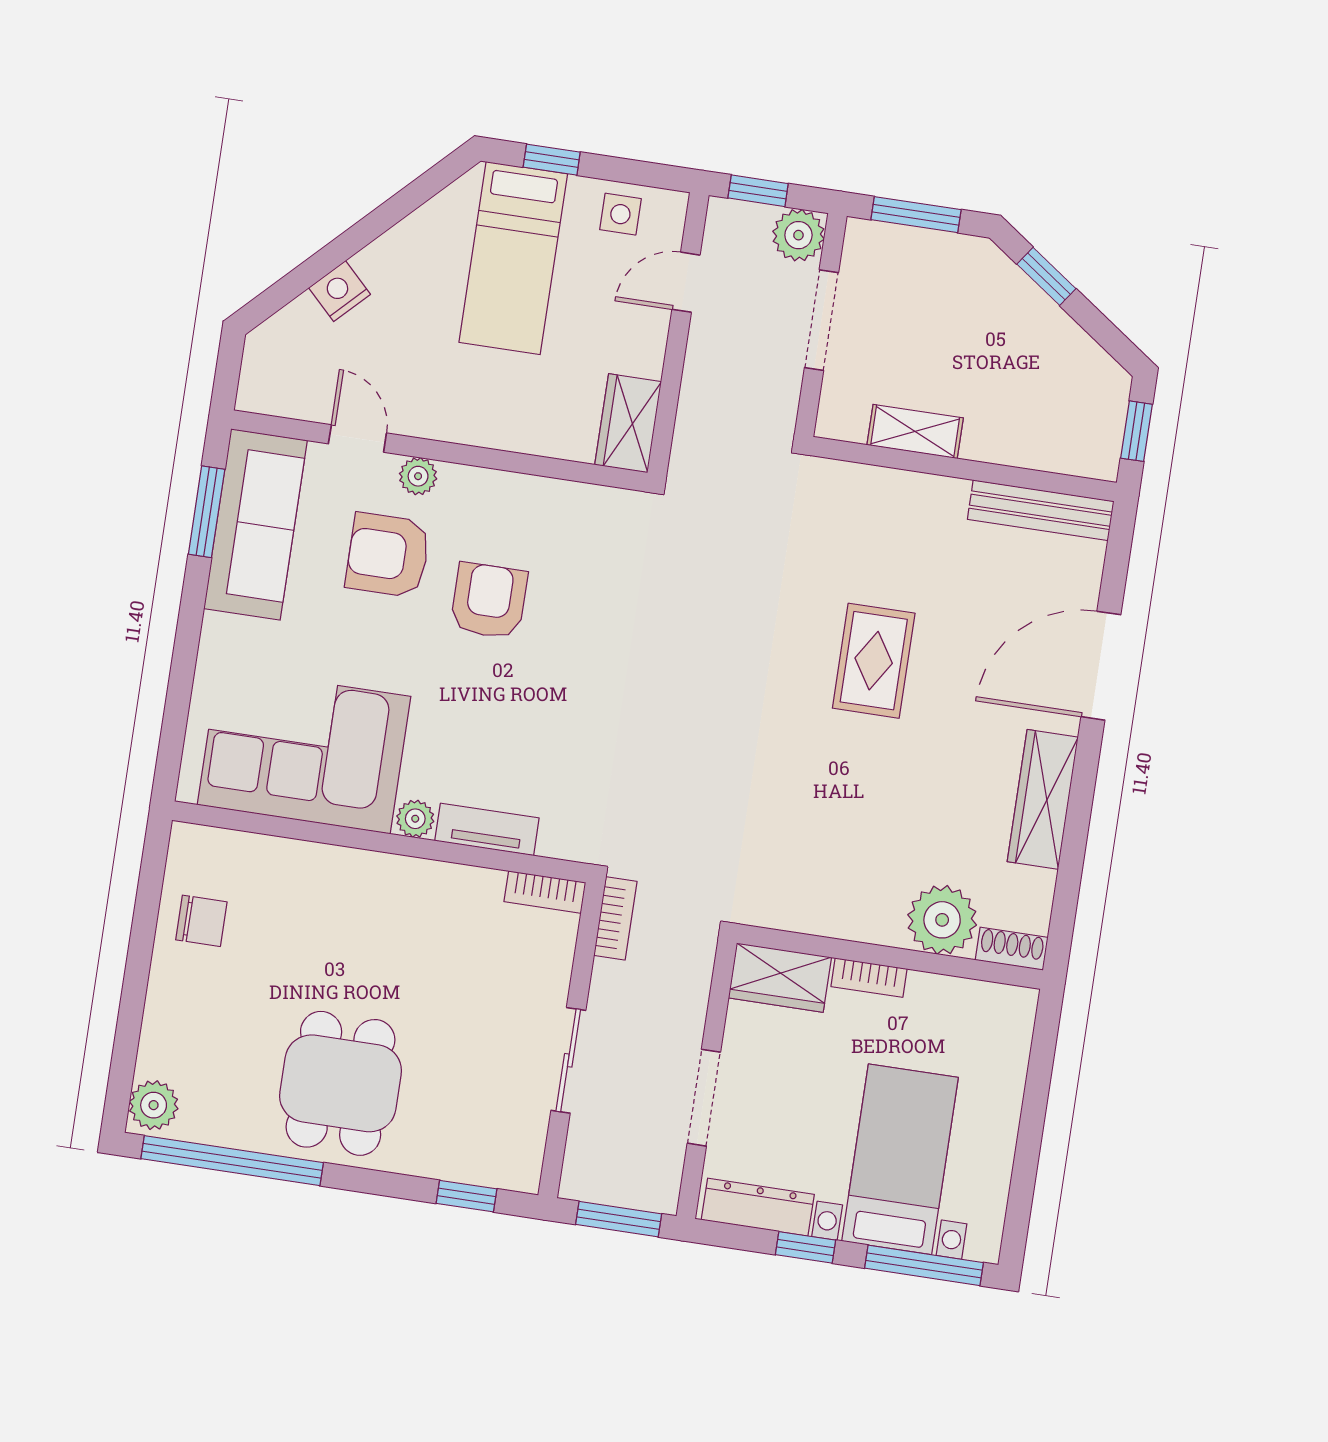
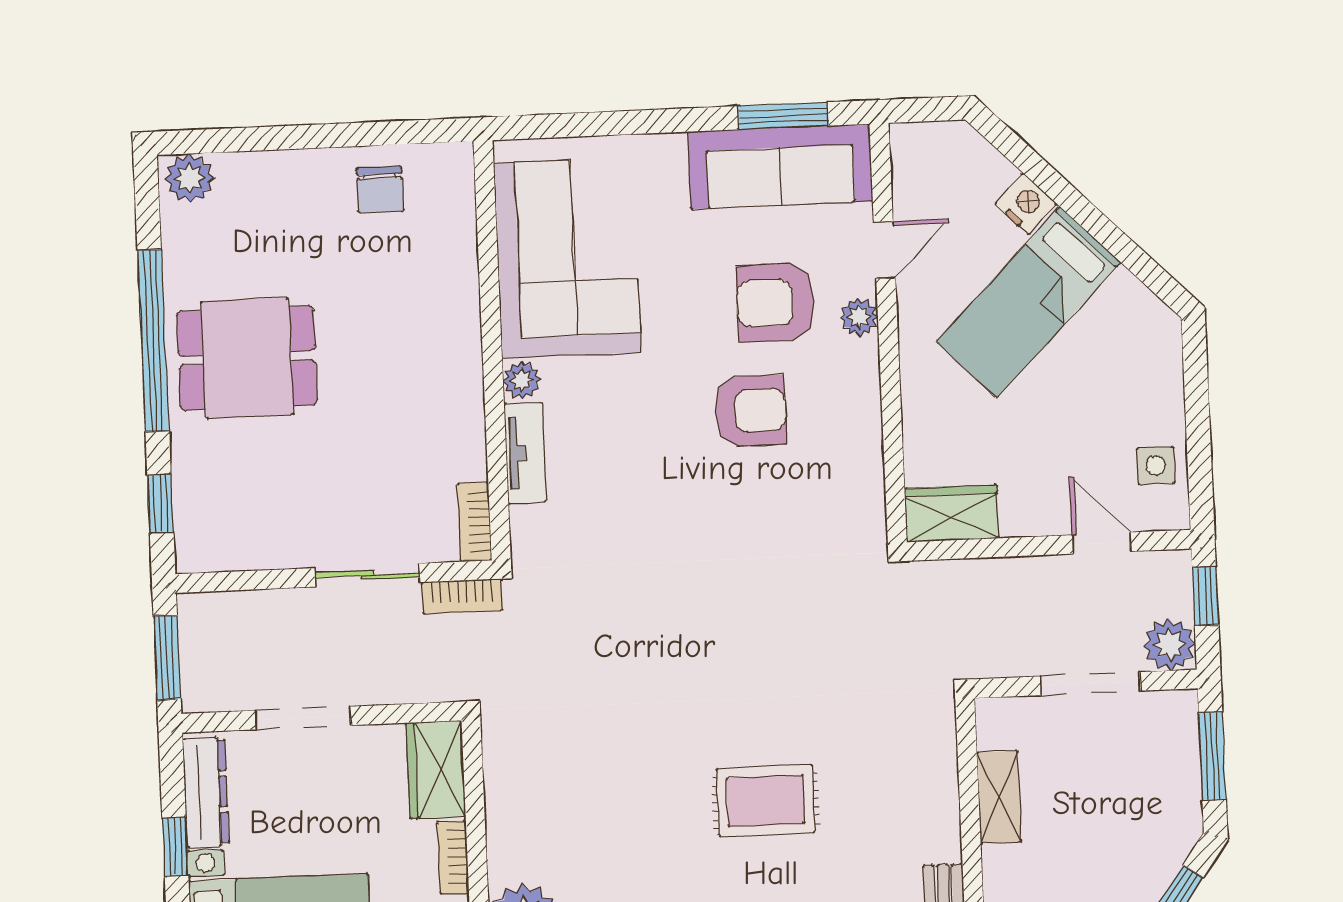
window: (552, 160) -> (1196, 387), removed
bed: (513, 258) -> (1029, 302), moved, turned -45
armchair: (388, 555) -> (776, 303), turned -90
sliding door: (568, 1060) -> (367, 575), moved
window: (232, 1161) -> (153, 341), moved

